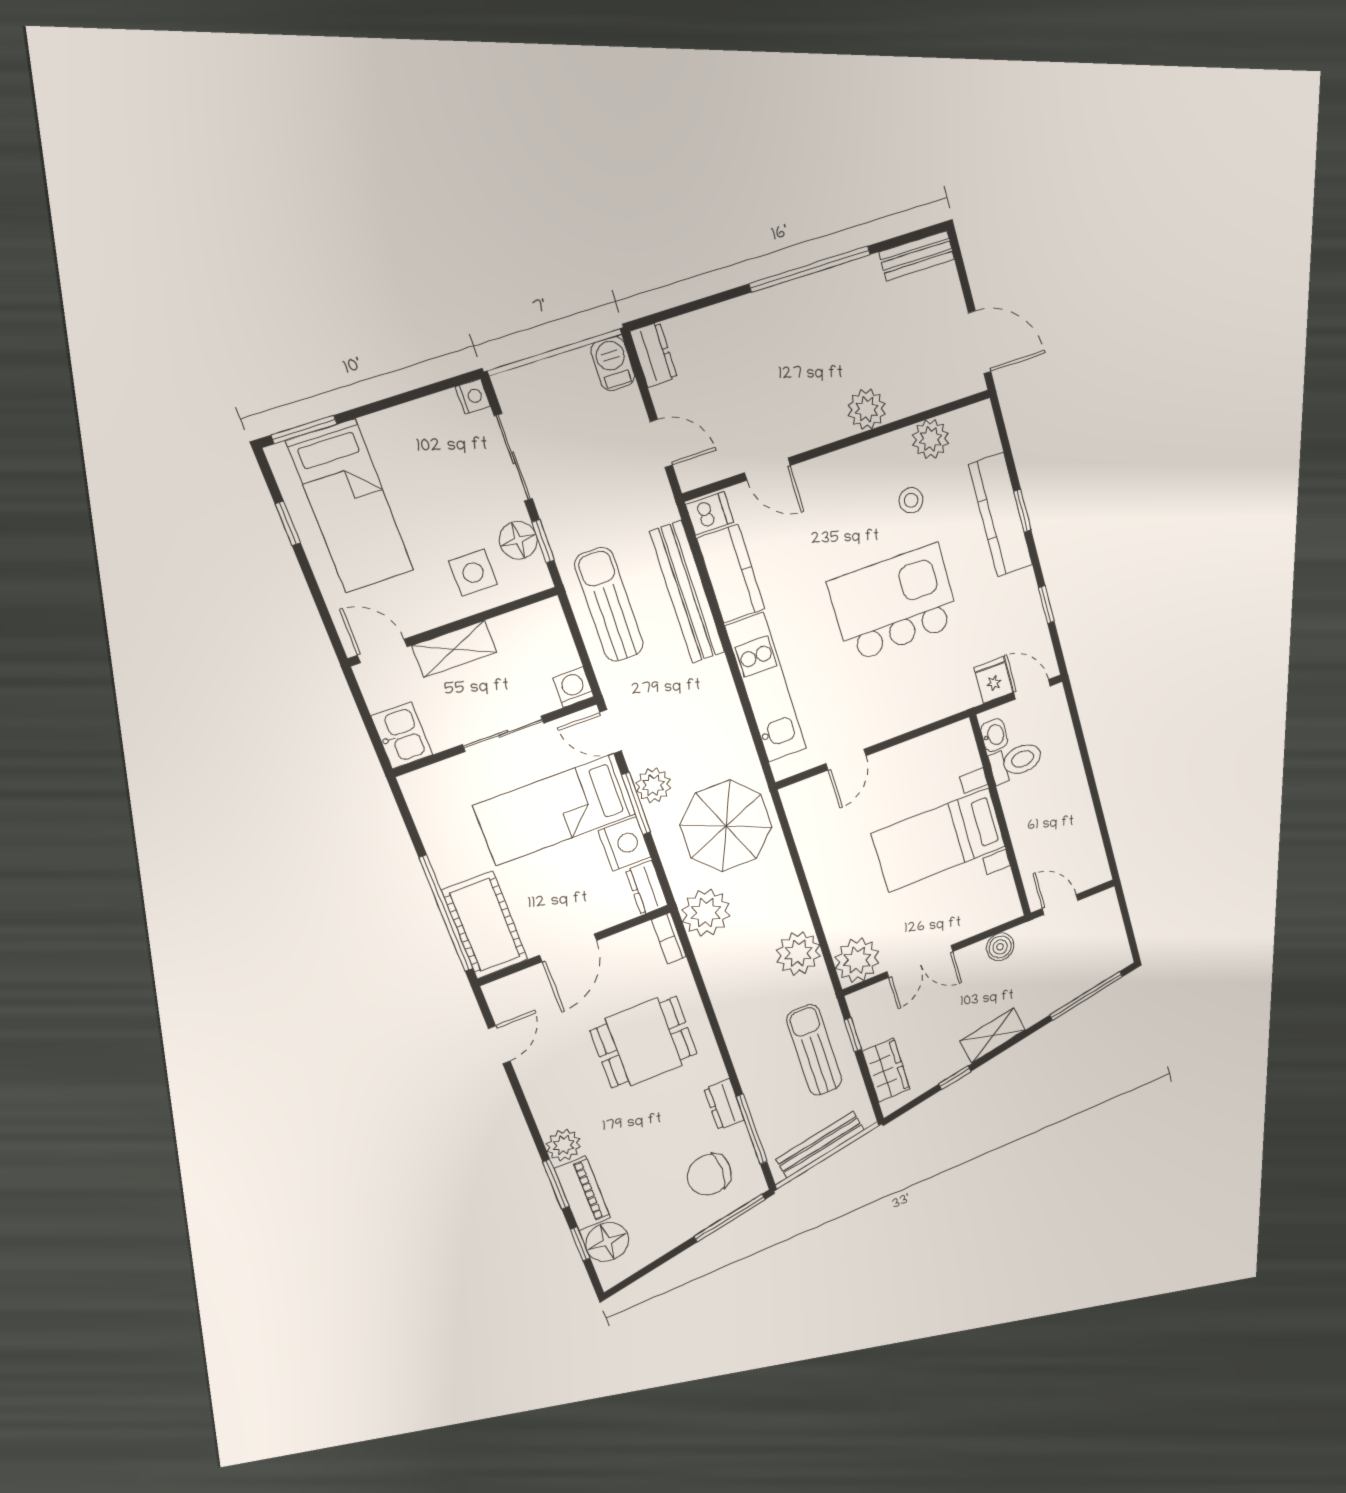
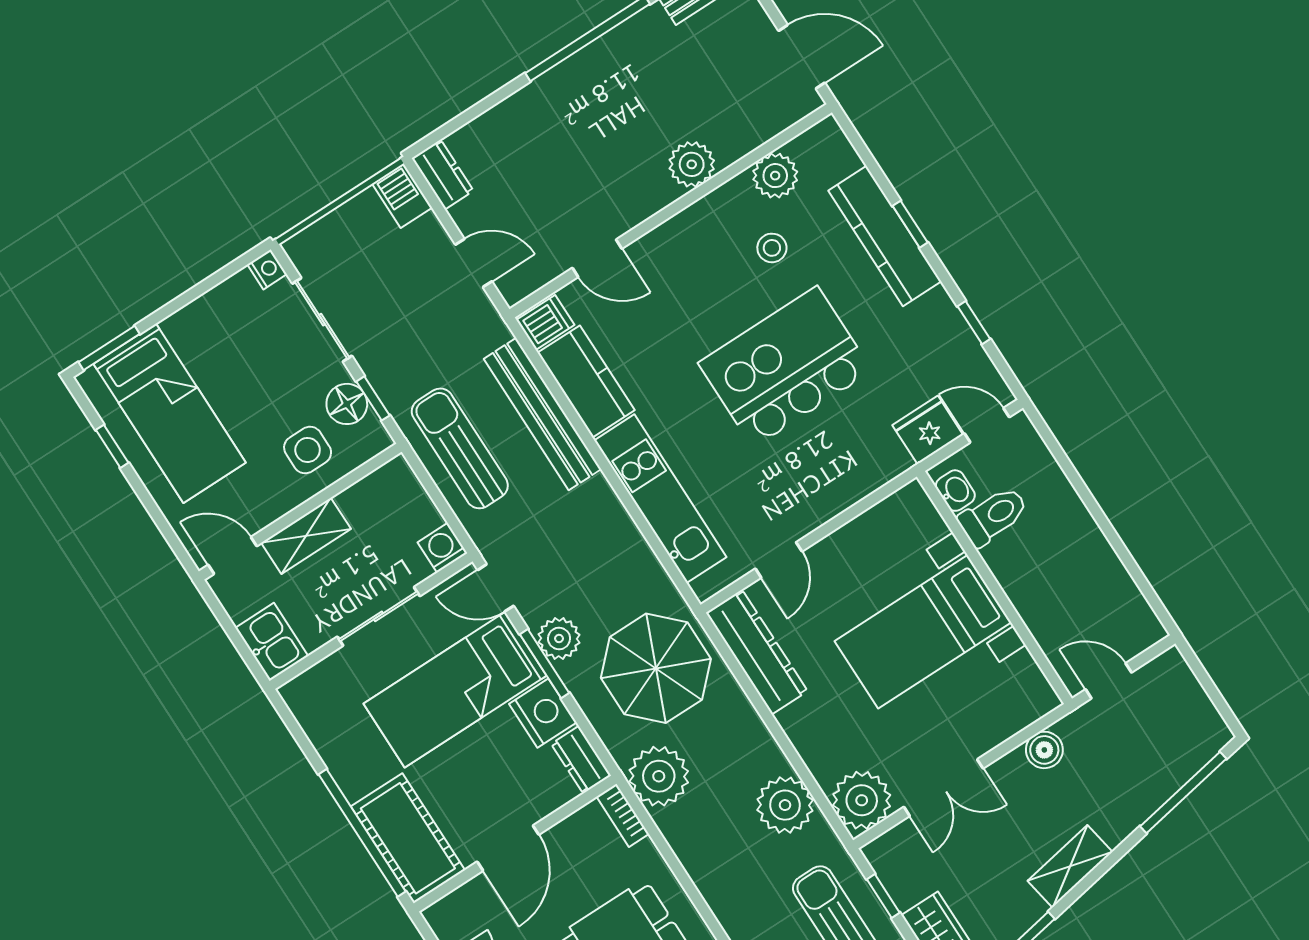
fridge: (993, 680) -> (928, 430), width x1.38
dresser: (809, 829) -> (757, 652), added

